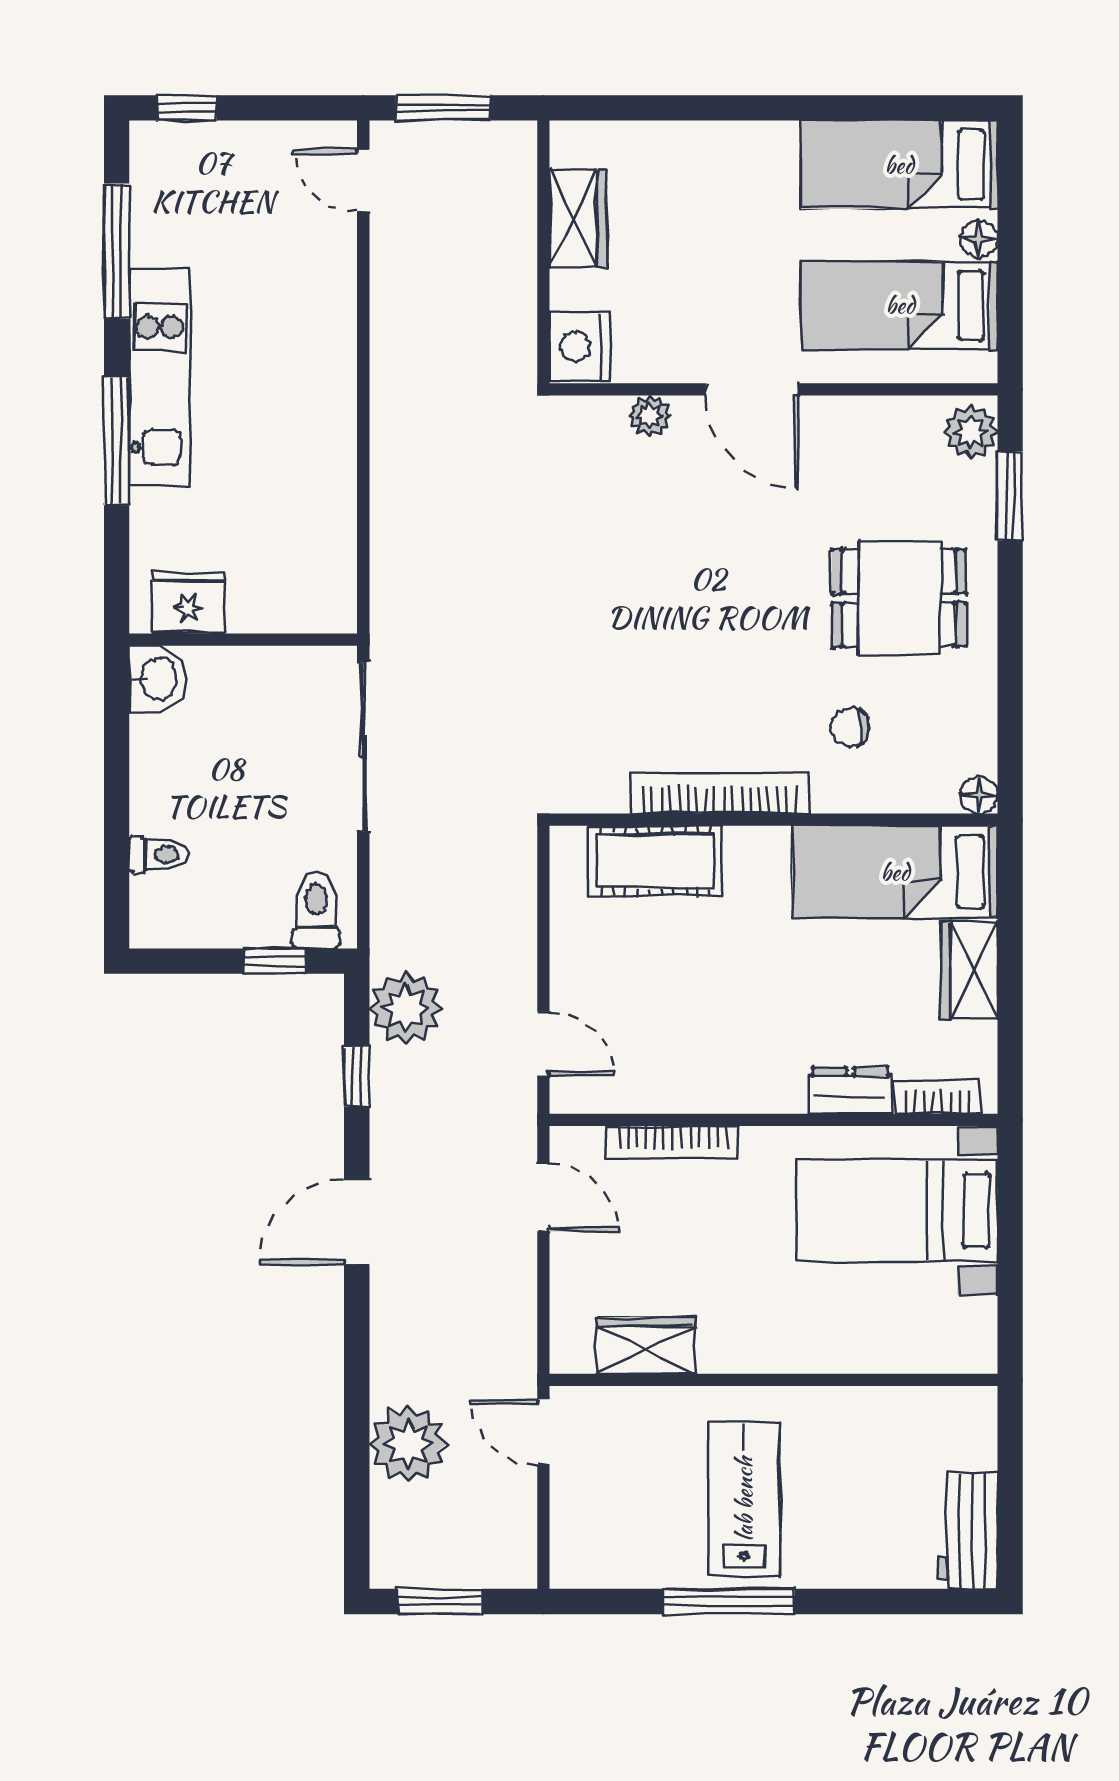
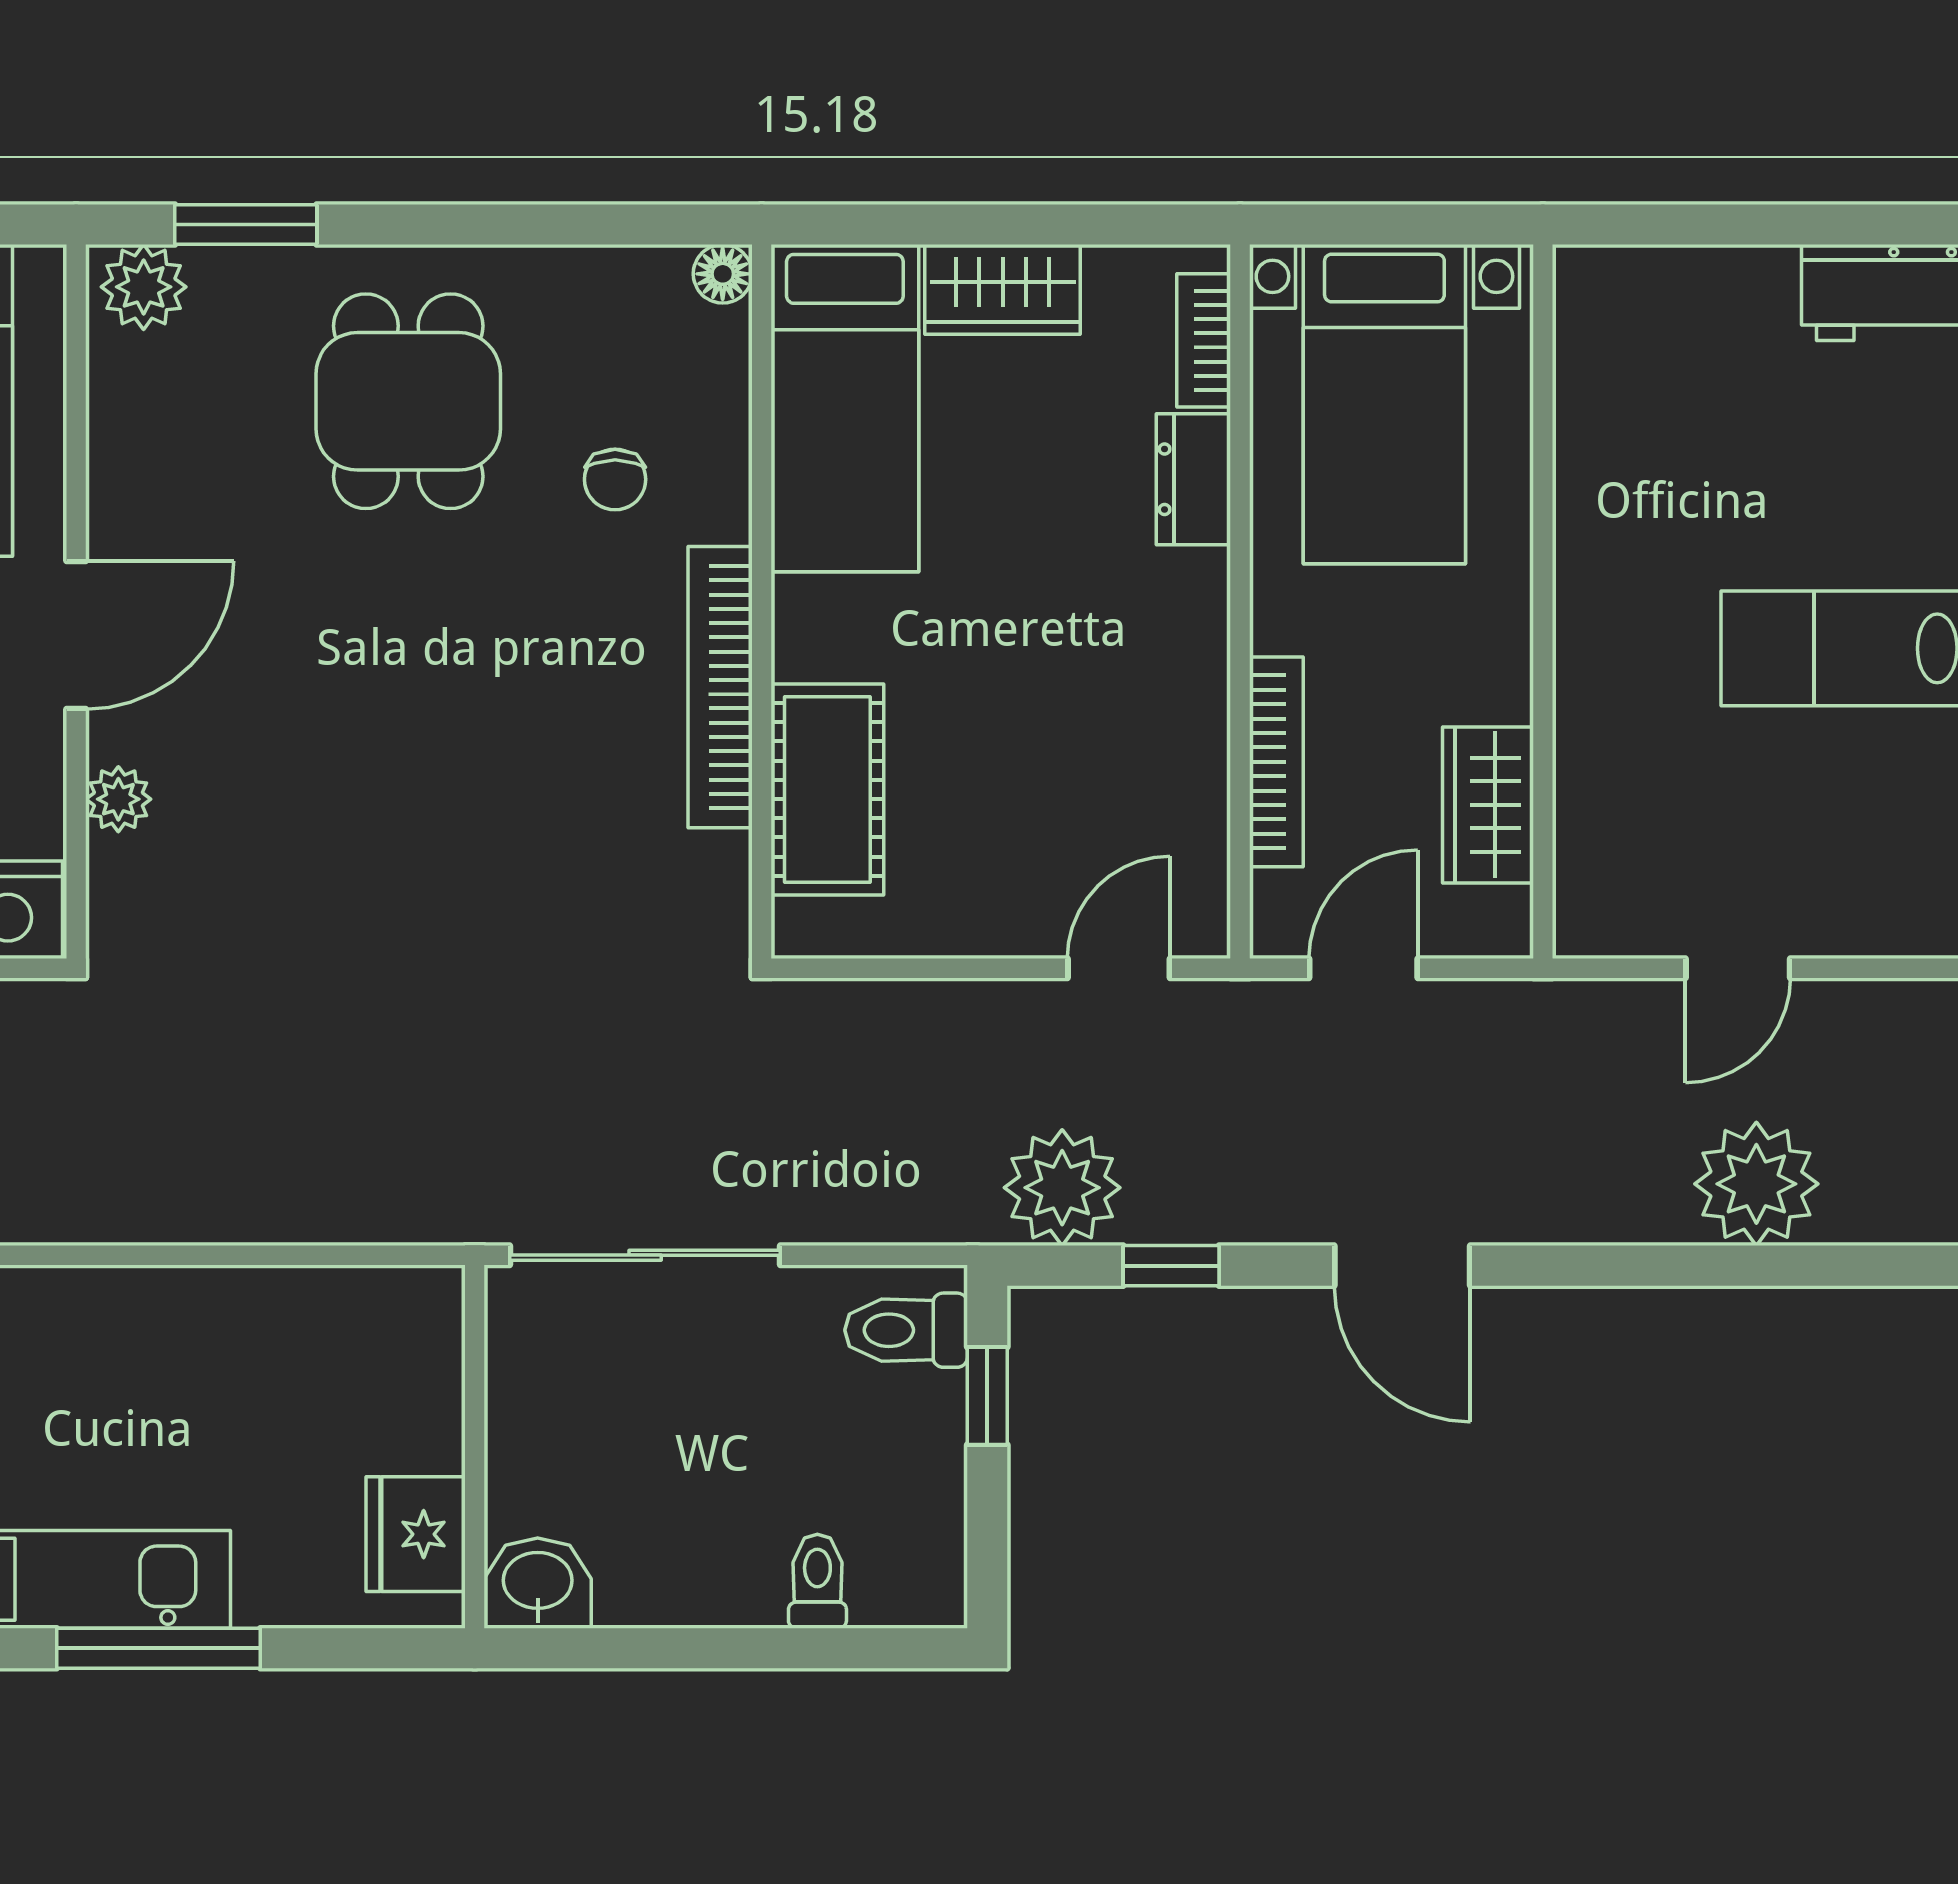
wardrobe: (646, 1345) -> (1488, 805), moved
wall: (773, 1380) -> (1543, 602), moved

